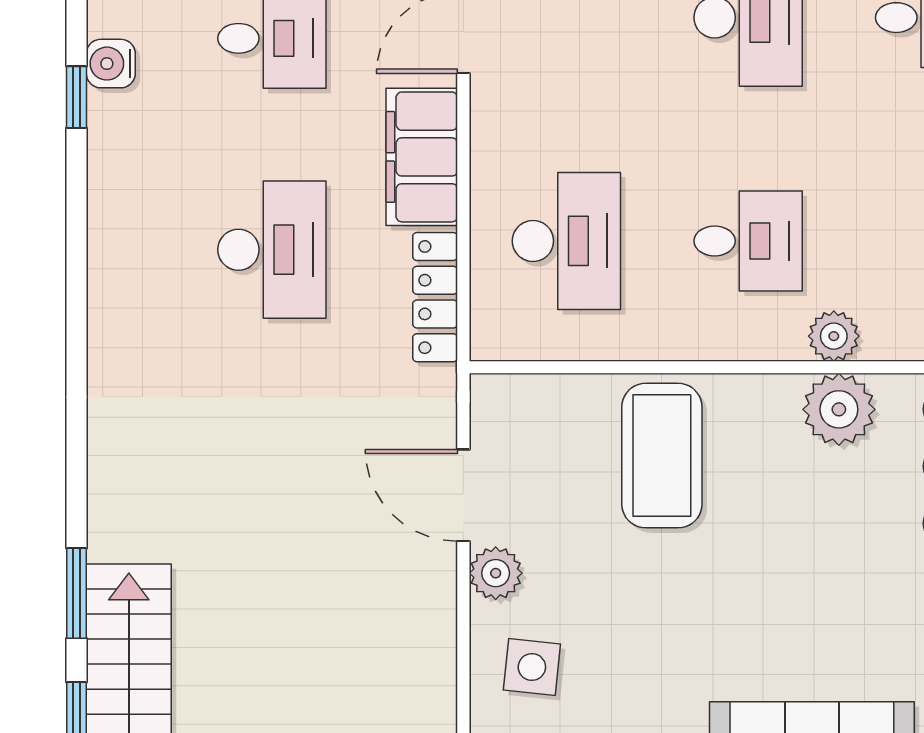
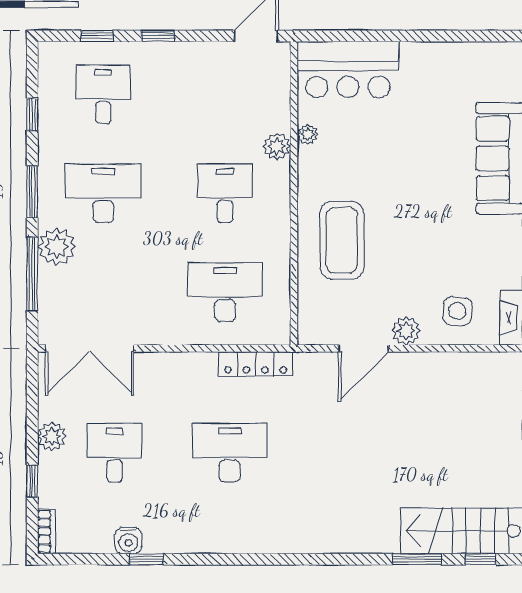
filing cabinet: (422, 157) -> (179, 371), removed
plant: (839, 409) -> (308, 135), width x0.53, depth x0.53
coffee table: (662, 456) -> (342, 240), turned 90

